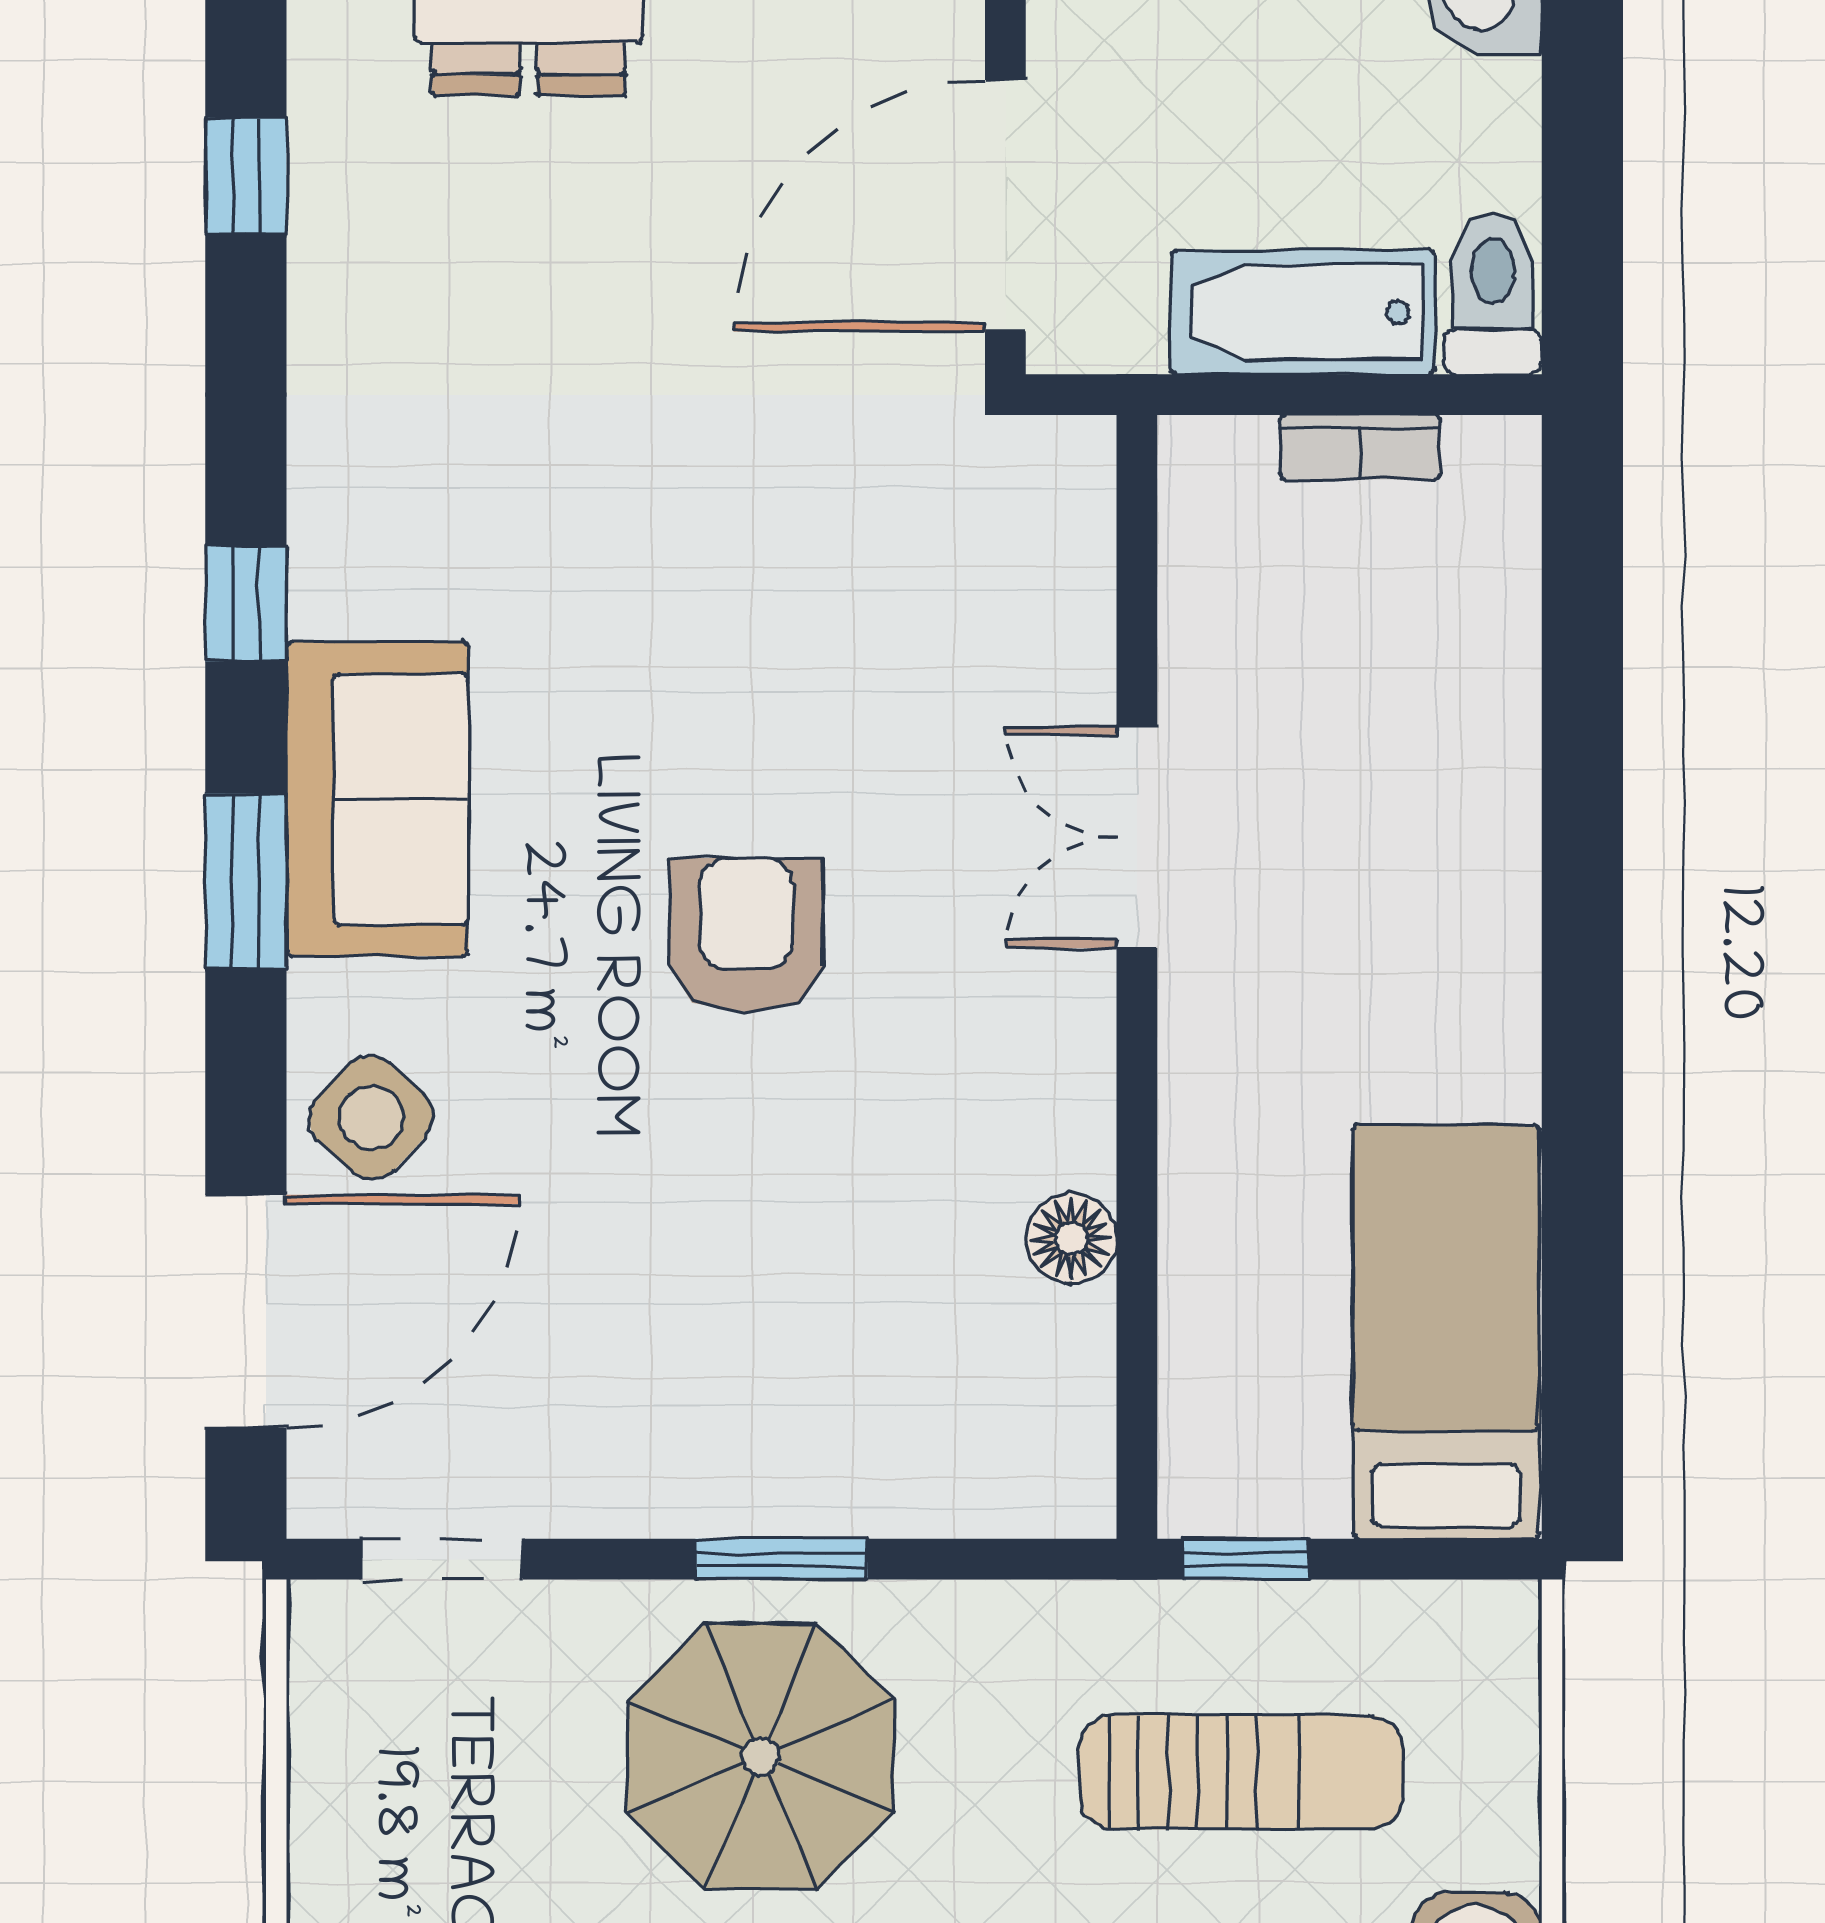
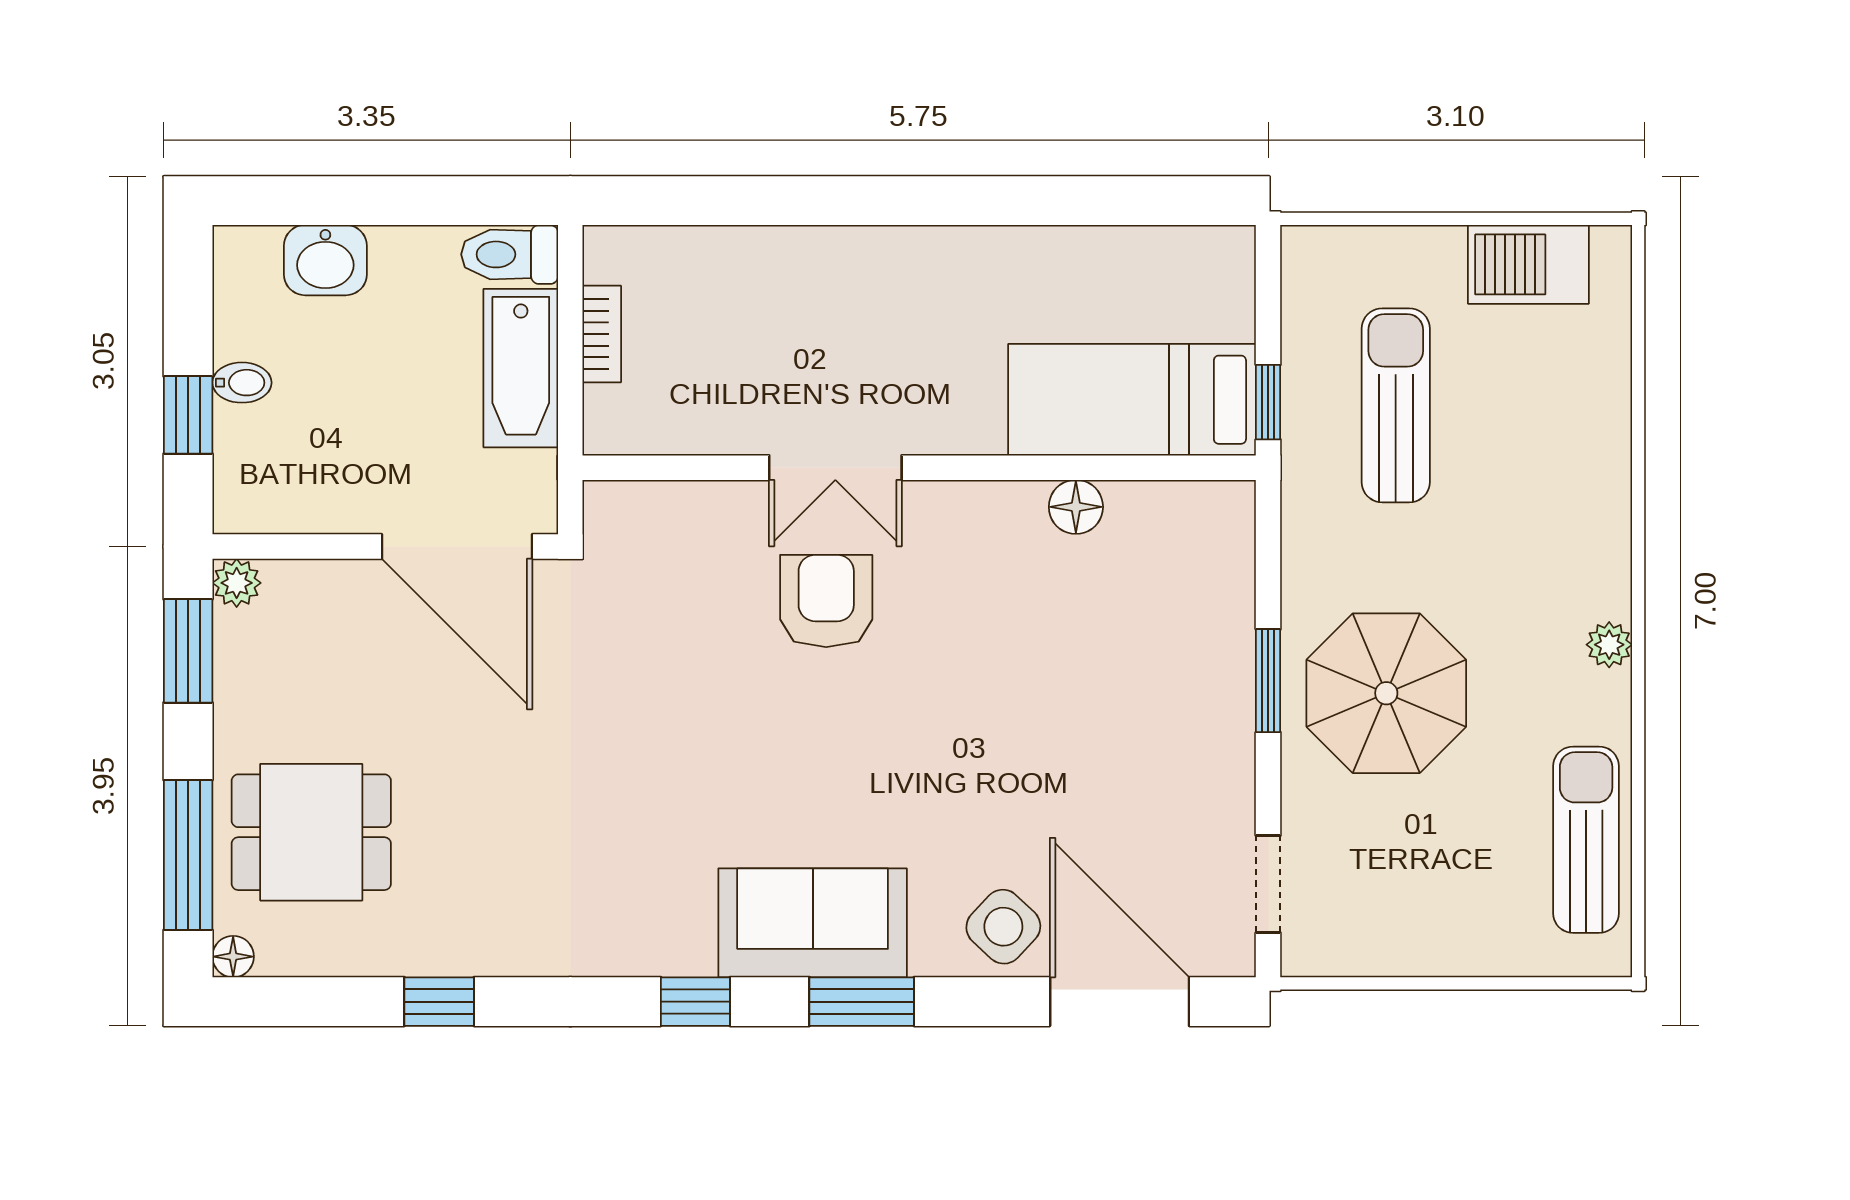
armchair: (746, 935) -> (826, 601), moved, turned 90
bed: (1446, 1332) -> (1132, 400), moved

